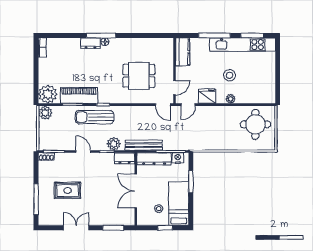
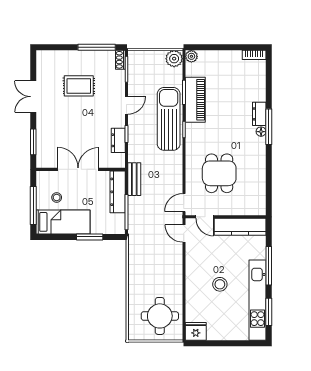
kitchen counter: (183, 52) -> (240, 227), width x1.50
plant: (48, 94) -> (191, 56), width x0.53, depth x0.53
fridge: (207, 96) -> (196, 331), moved, turned -90
plant: (231, 99) -> (191, 286), removed
sun lounger: (95, 117) -> (169, 119), width x1.36, depth x1.34
plant: (114, 144) -> (136, 142), removed
bench: (144, 145) -> (134, 179), width x0.73
dresser: (125, 158) -> (118, 140), moved
nightstand: (178, 158) -> (119, 221), removed
rug: (68, 191) -> (79, 86), turned 90
window: (36, 199) -> (97, 47), moved
double door: (76, 228) -> (33, 97), swing flipped
window: (165, 228) -> (33, 205), width x2.17

